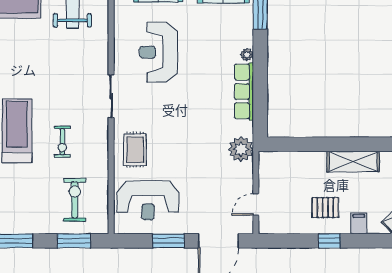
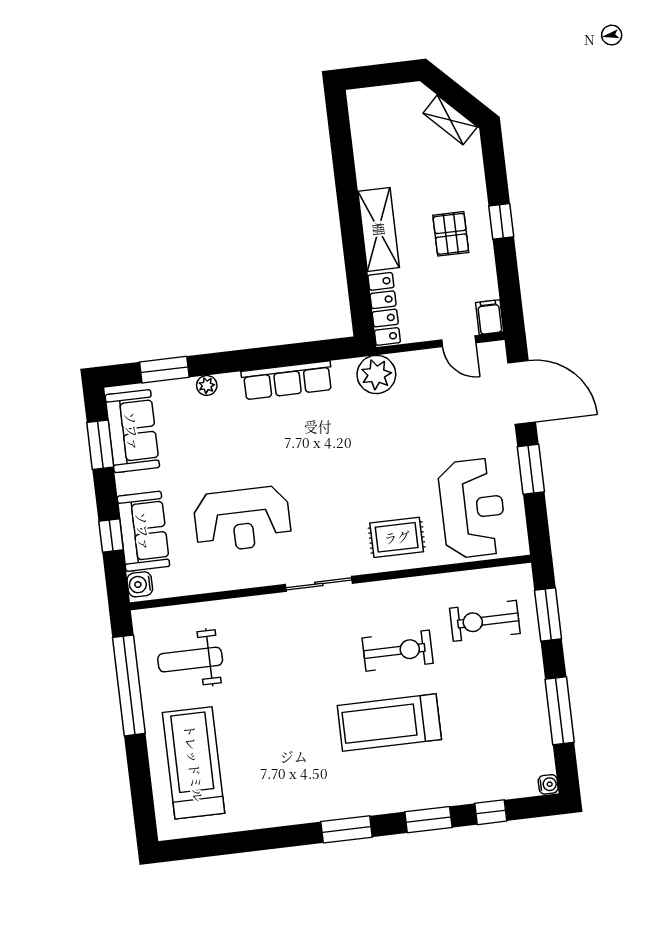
plant: (247, 55) -> (207, 385), moved
exercise bike: (62, 142) -> (398, 651), width x1.38, depth x1.39
locker: (282, 159) -> (384, 309), added
shelving: (353, 162) -> (379, 229), moved
filing cabinet: (359, 223) -> (490, 317), moved, turned 90

